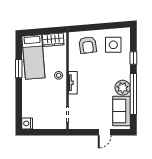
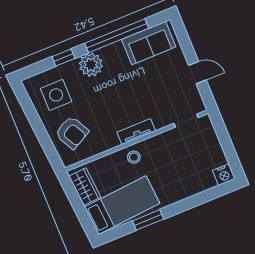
armchair: (88, 45) -> (72, 133), turned 70
plant: (123, 88) -> (91, 65), moved
door: (105, 132) -> (197, 73), moved

